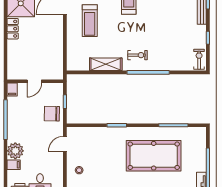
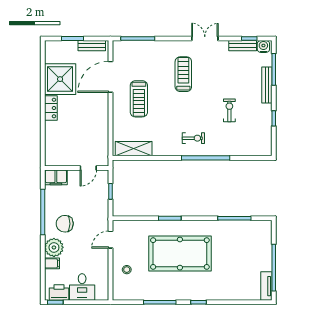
exercise bike: (199, 59) -> (229, 110), moved
shelving: (106, 64) -> (134, 149), moved
door: (34, 81) -> (88, 168), moved
filing cabinet: (12, 89) -> (56, 177), width x2.00
chair: (52, 114) -> (65, 224), moved
pool table: (154, 156) -> (180, 254), moved

